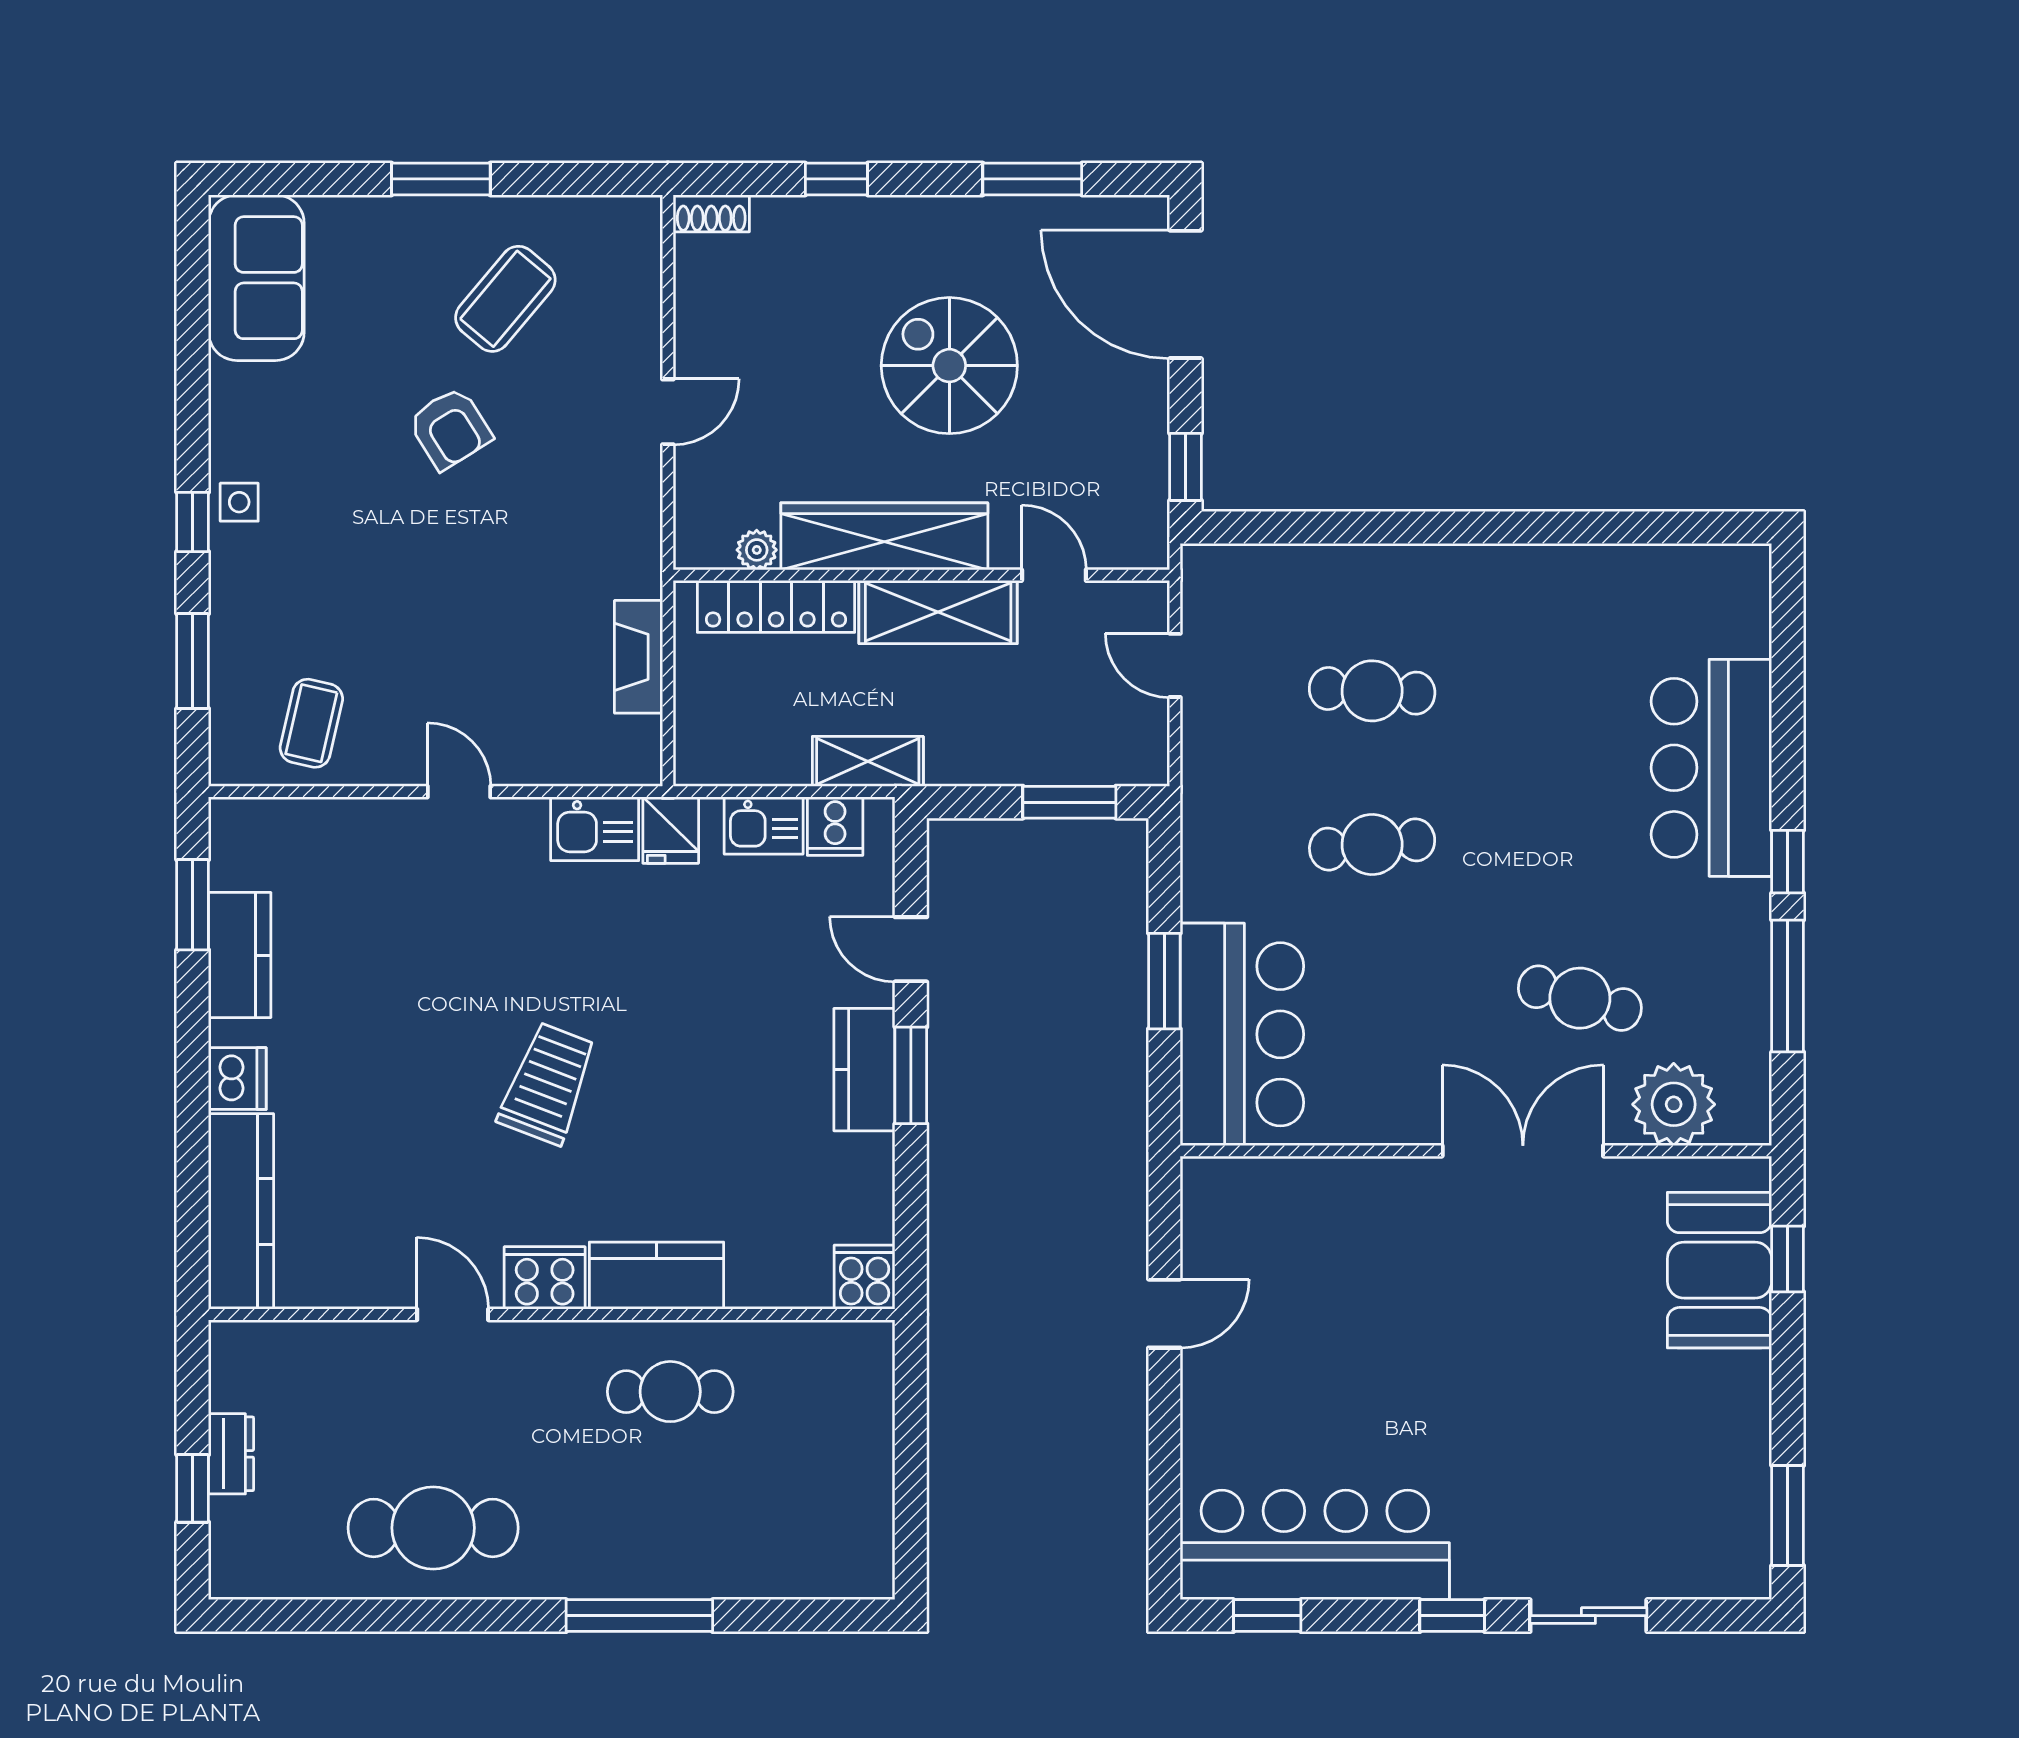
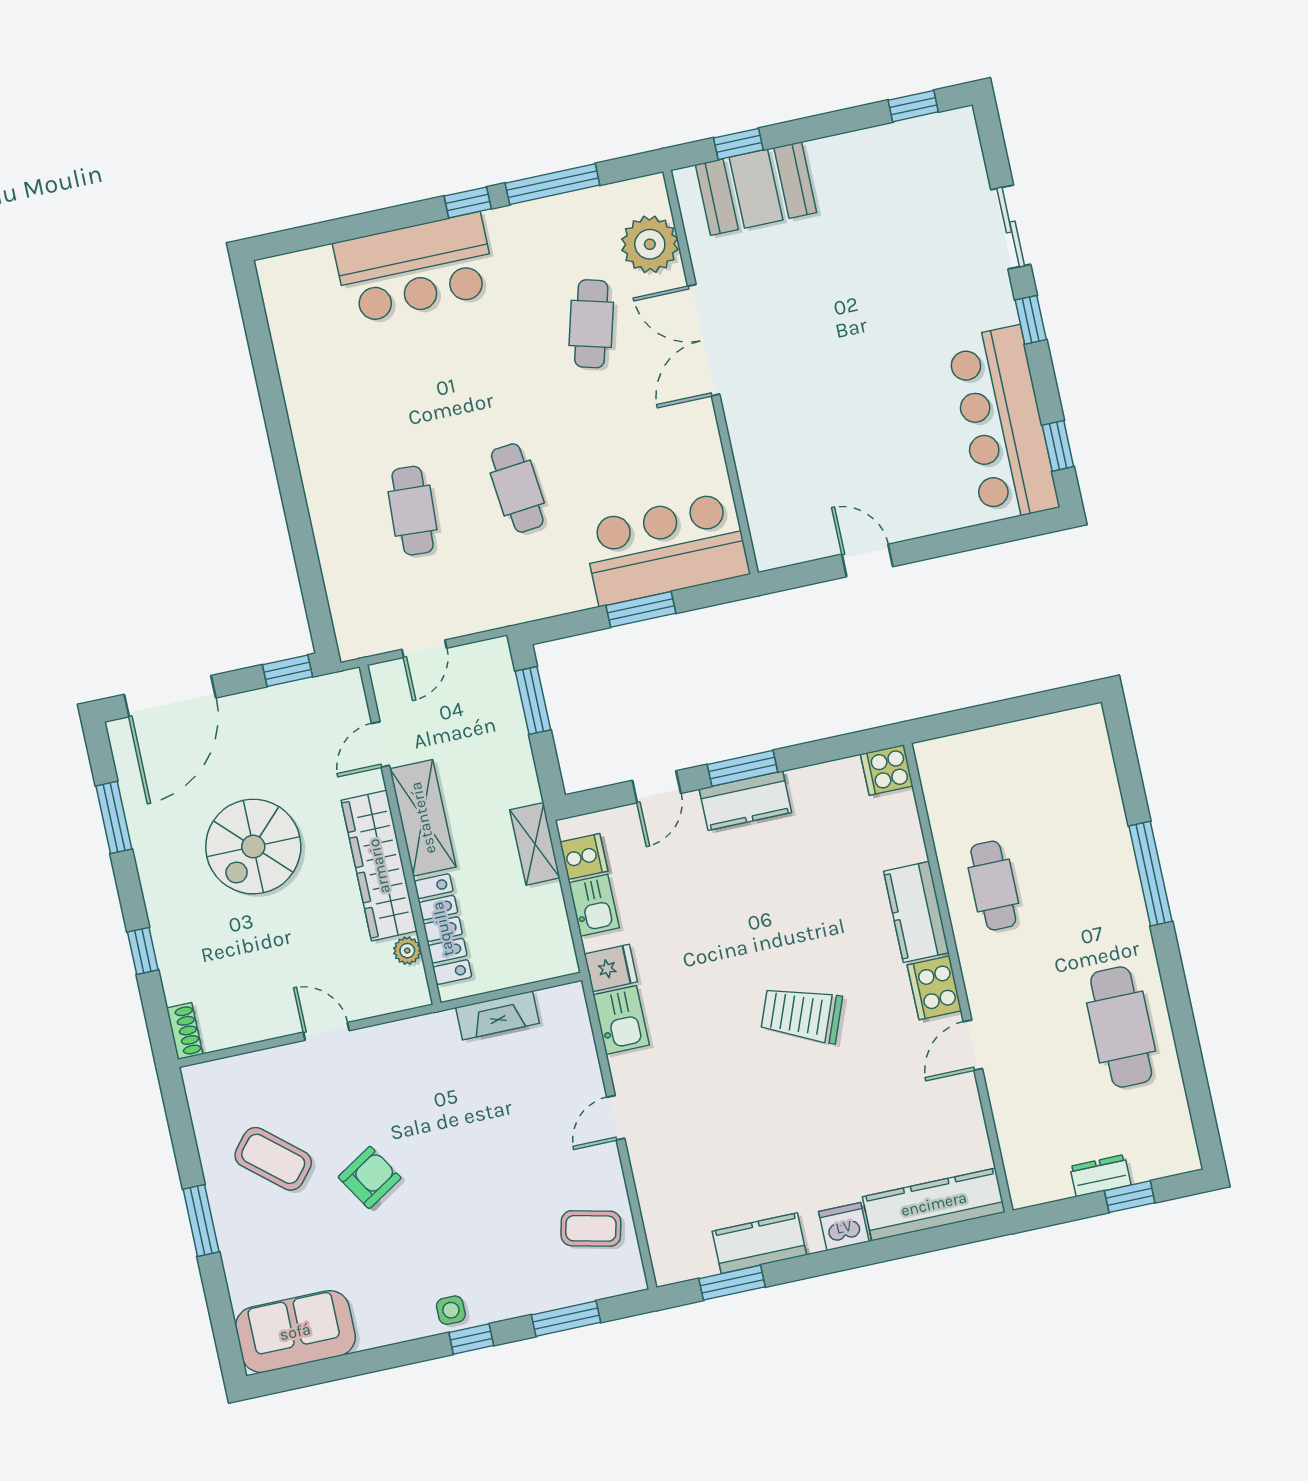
window: (1788, 1516) -> (913, 106), width x0.67

